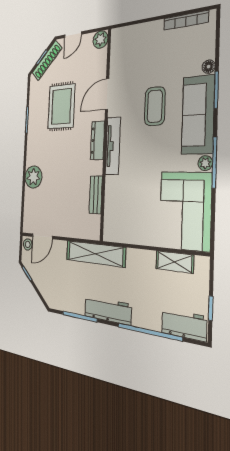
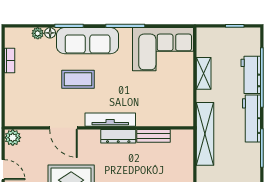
bookcase: (186, 20) -> (10, 61), width x0.64
dresser: (98, 140) -> (118, 136), moved
plant: (205, 163) -> (38, 33), moved
shelving: (175, 262) -> (204, 73), moved
workbench: (184, 325) -> (251, 75), moved

